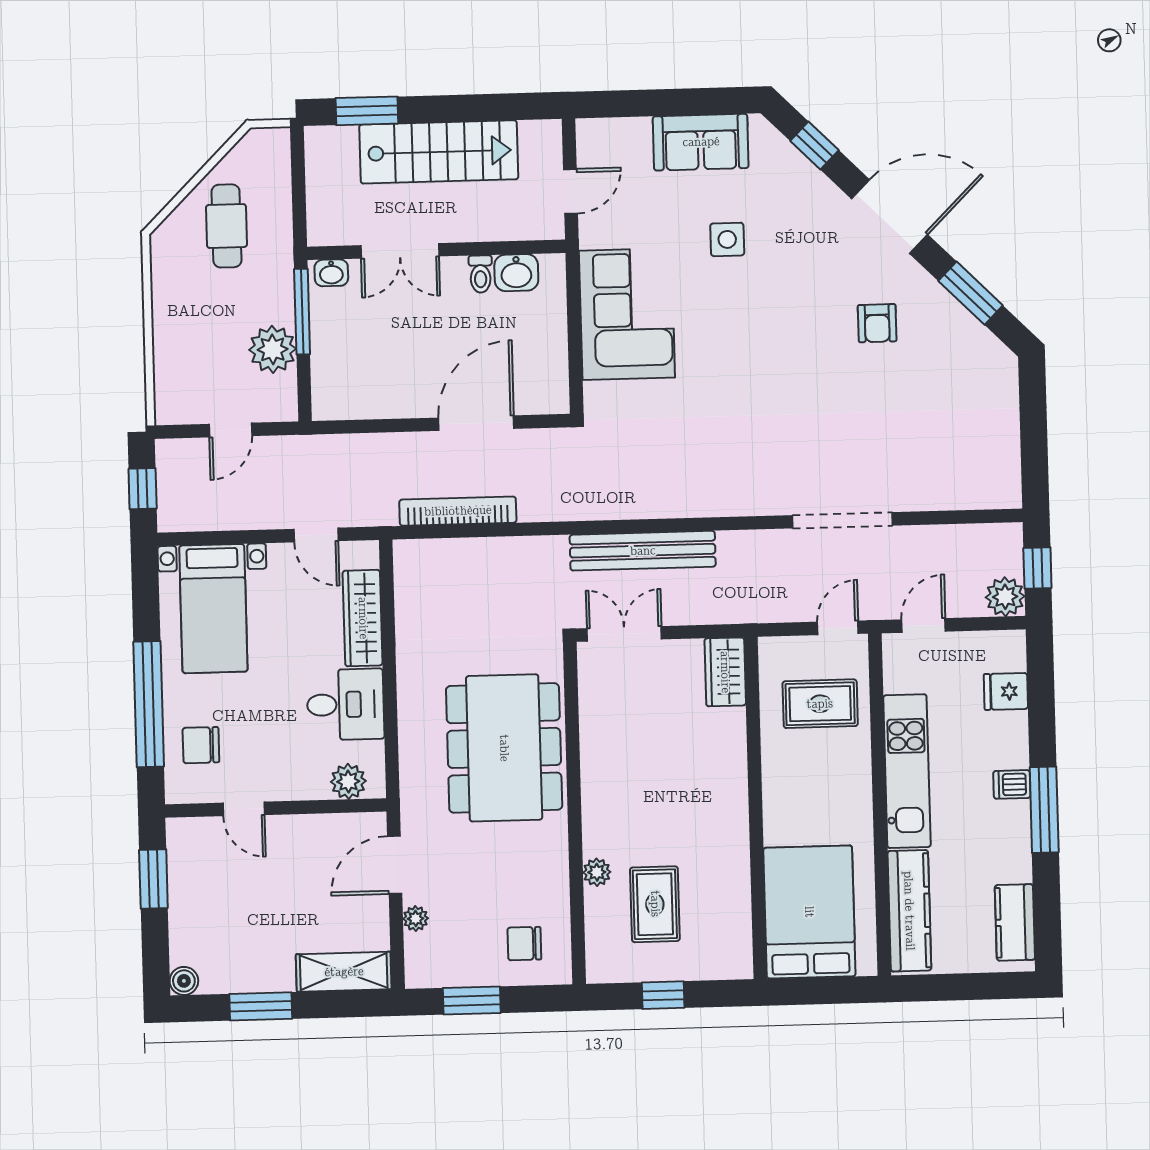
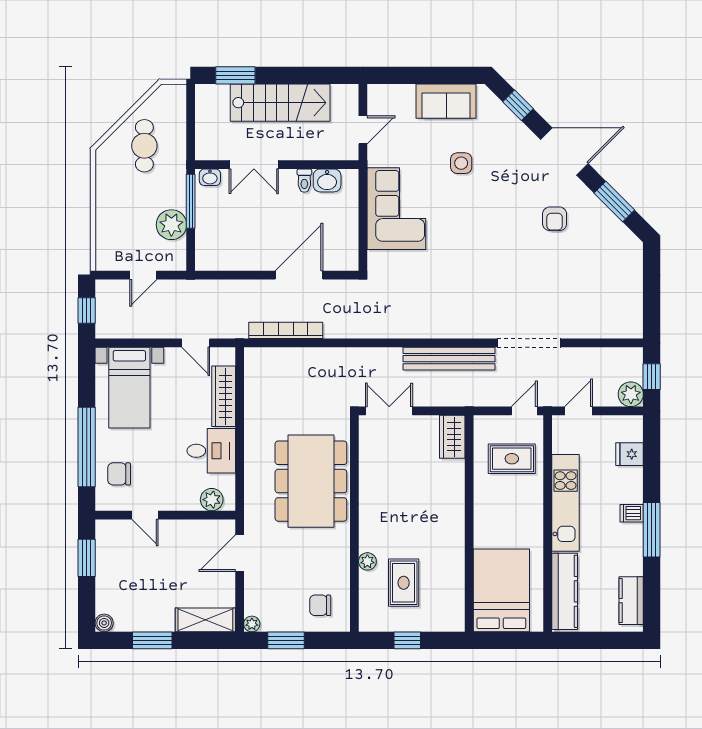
bench: (643, 551) -> (449, 359), moved
plant: (416, 919) -> (252, 624), moved

